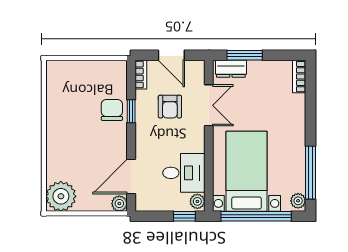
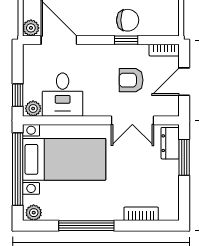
bookcase: (299, 77) -> (141, 214), moved
window: (311, 173) -> (86, 226), moved

